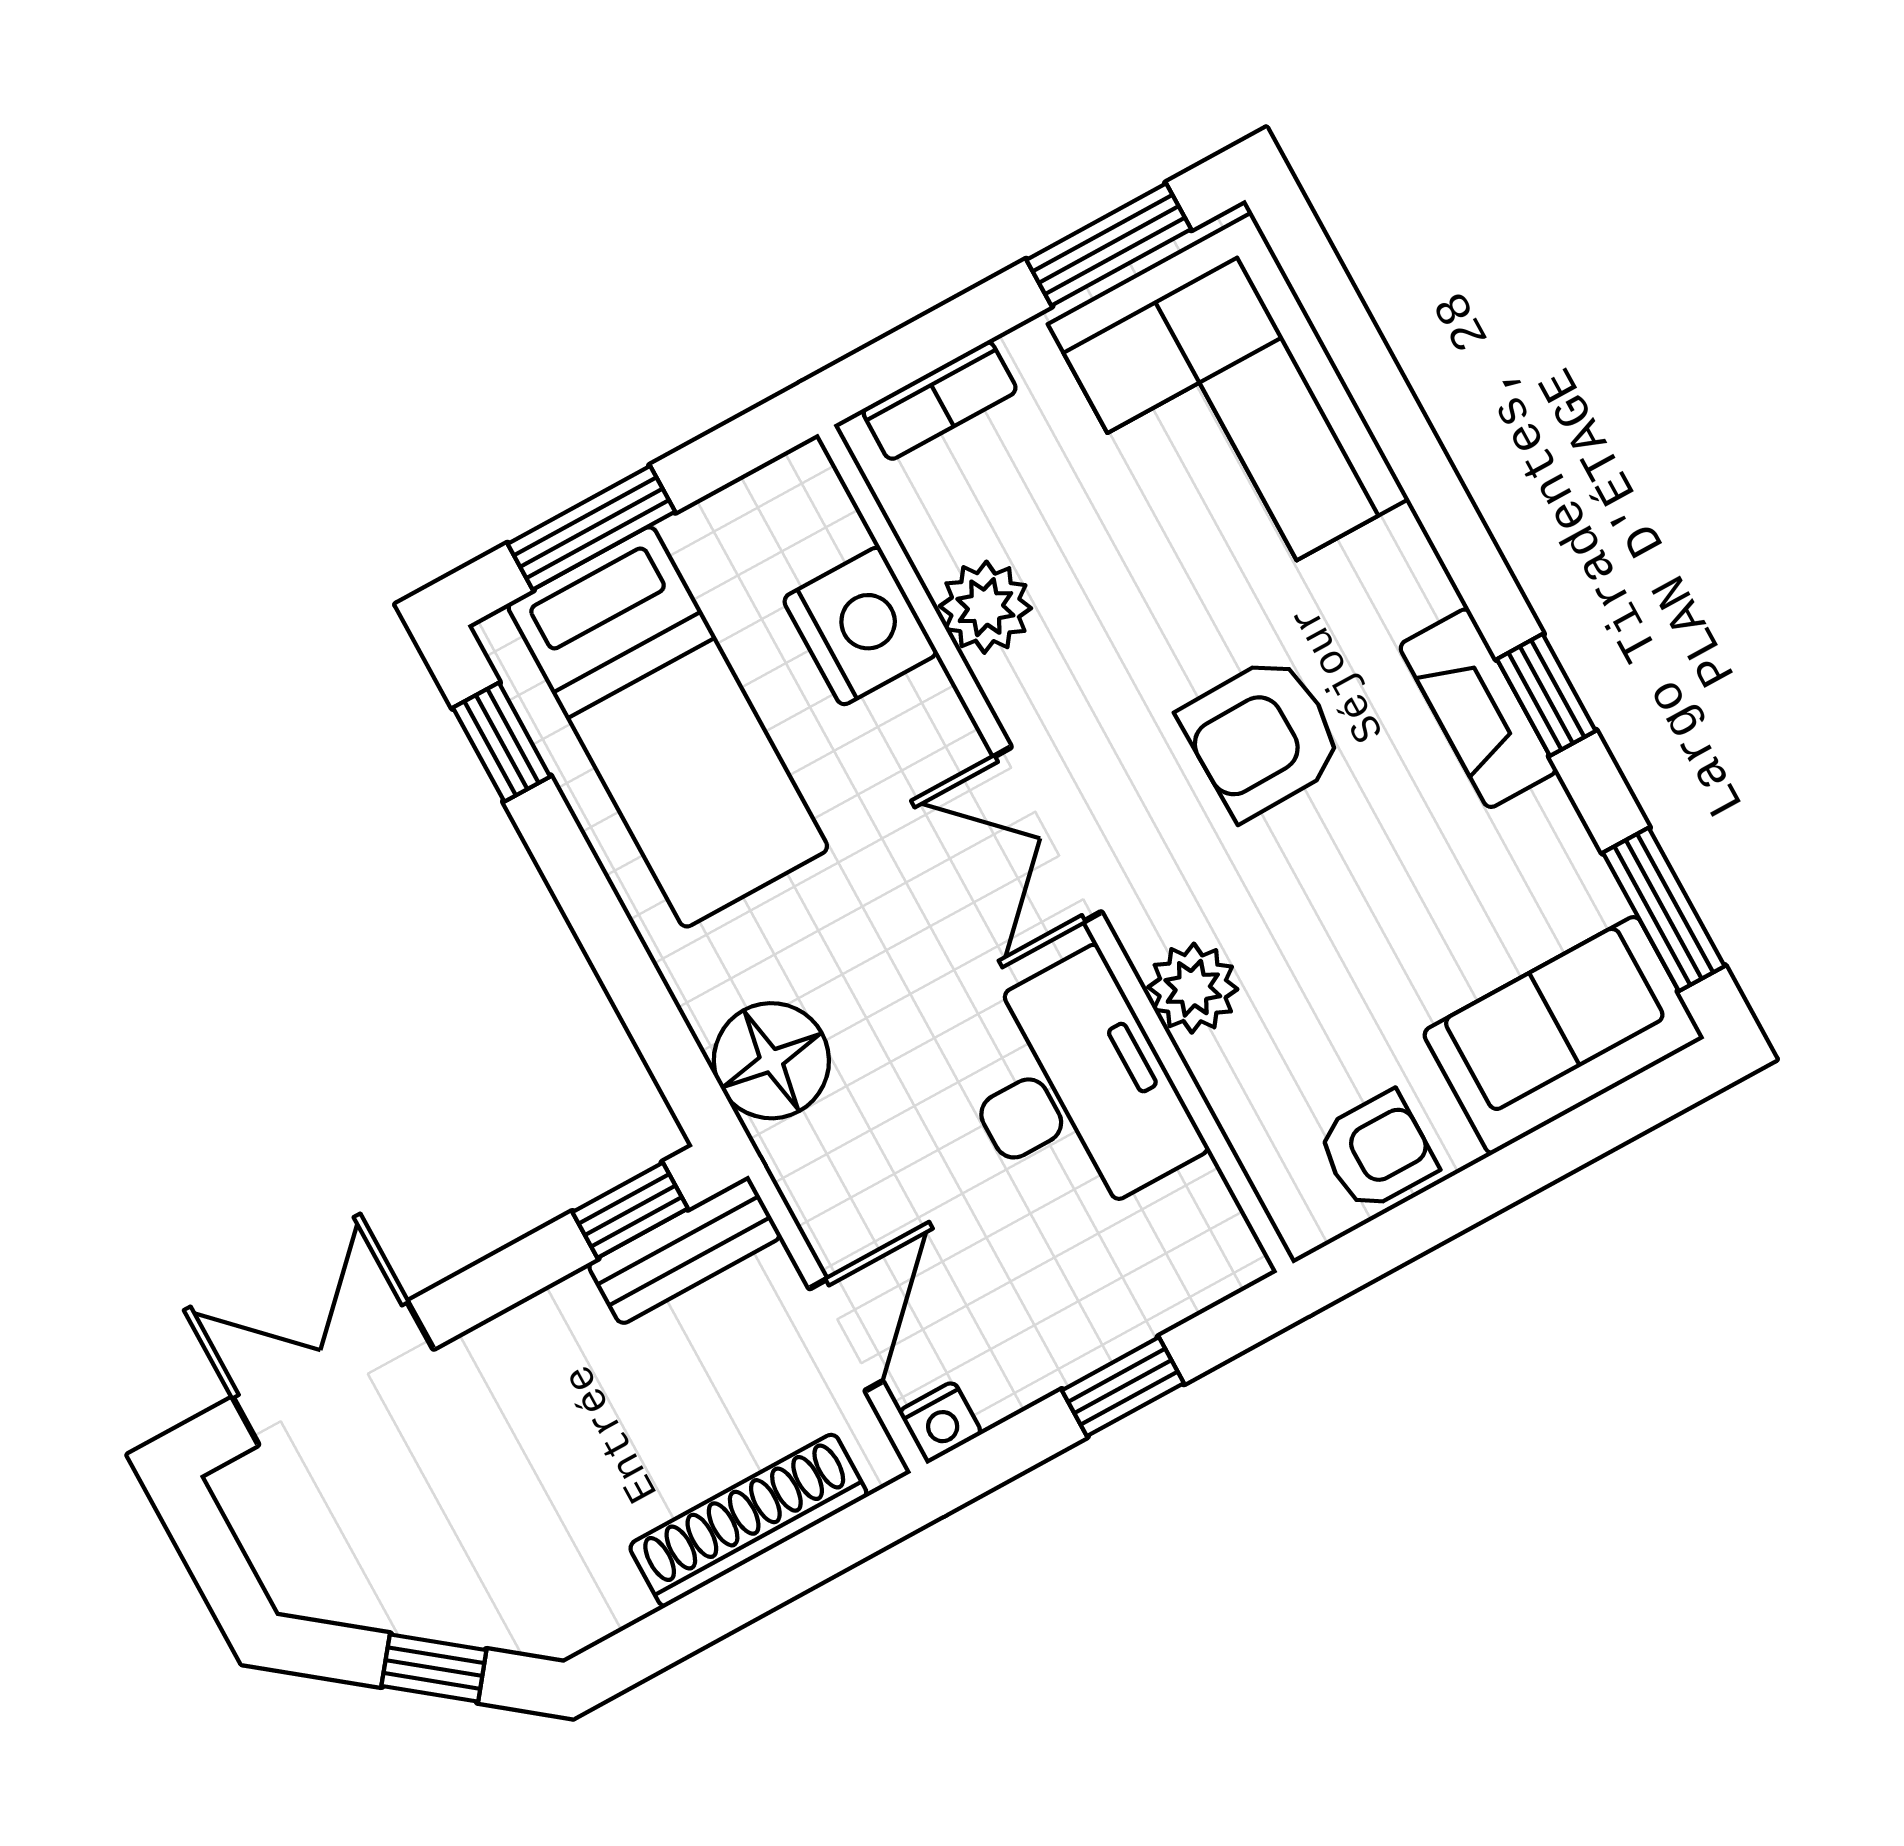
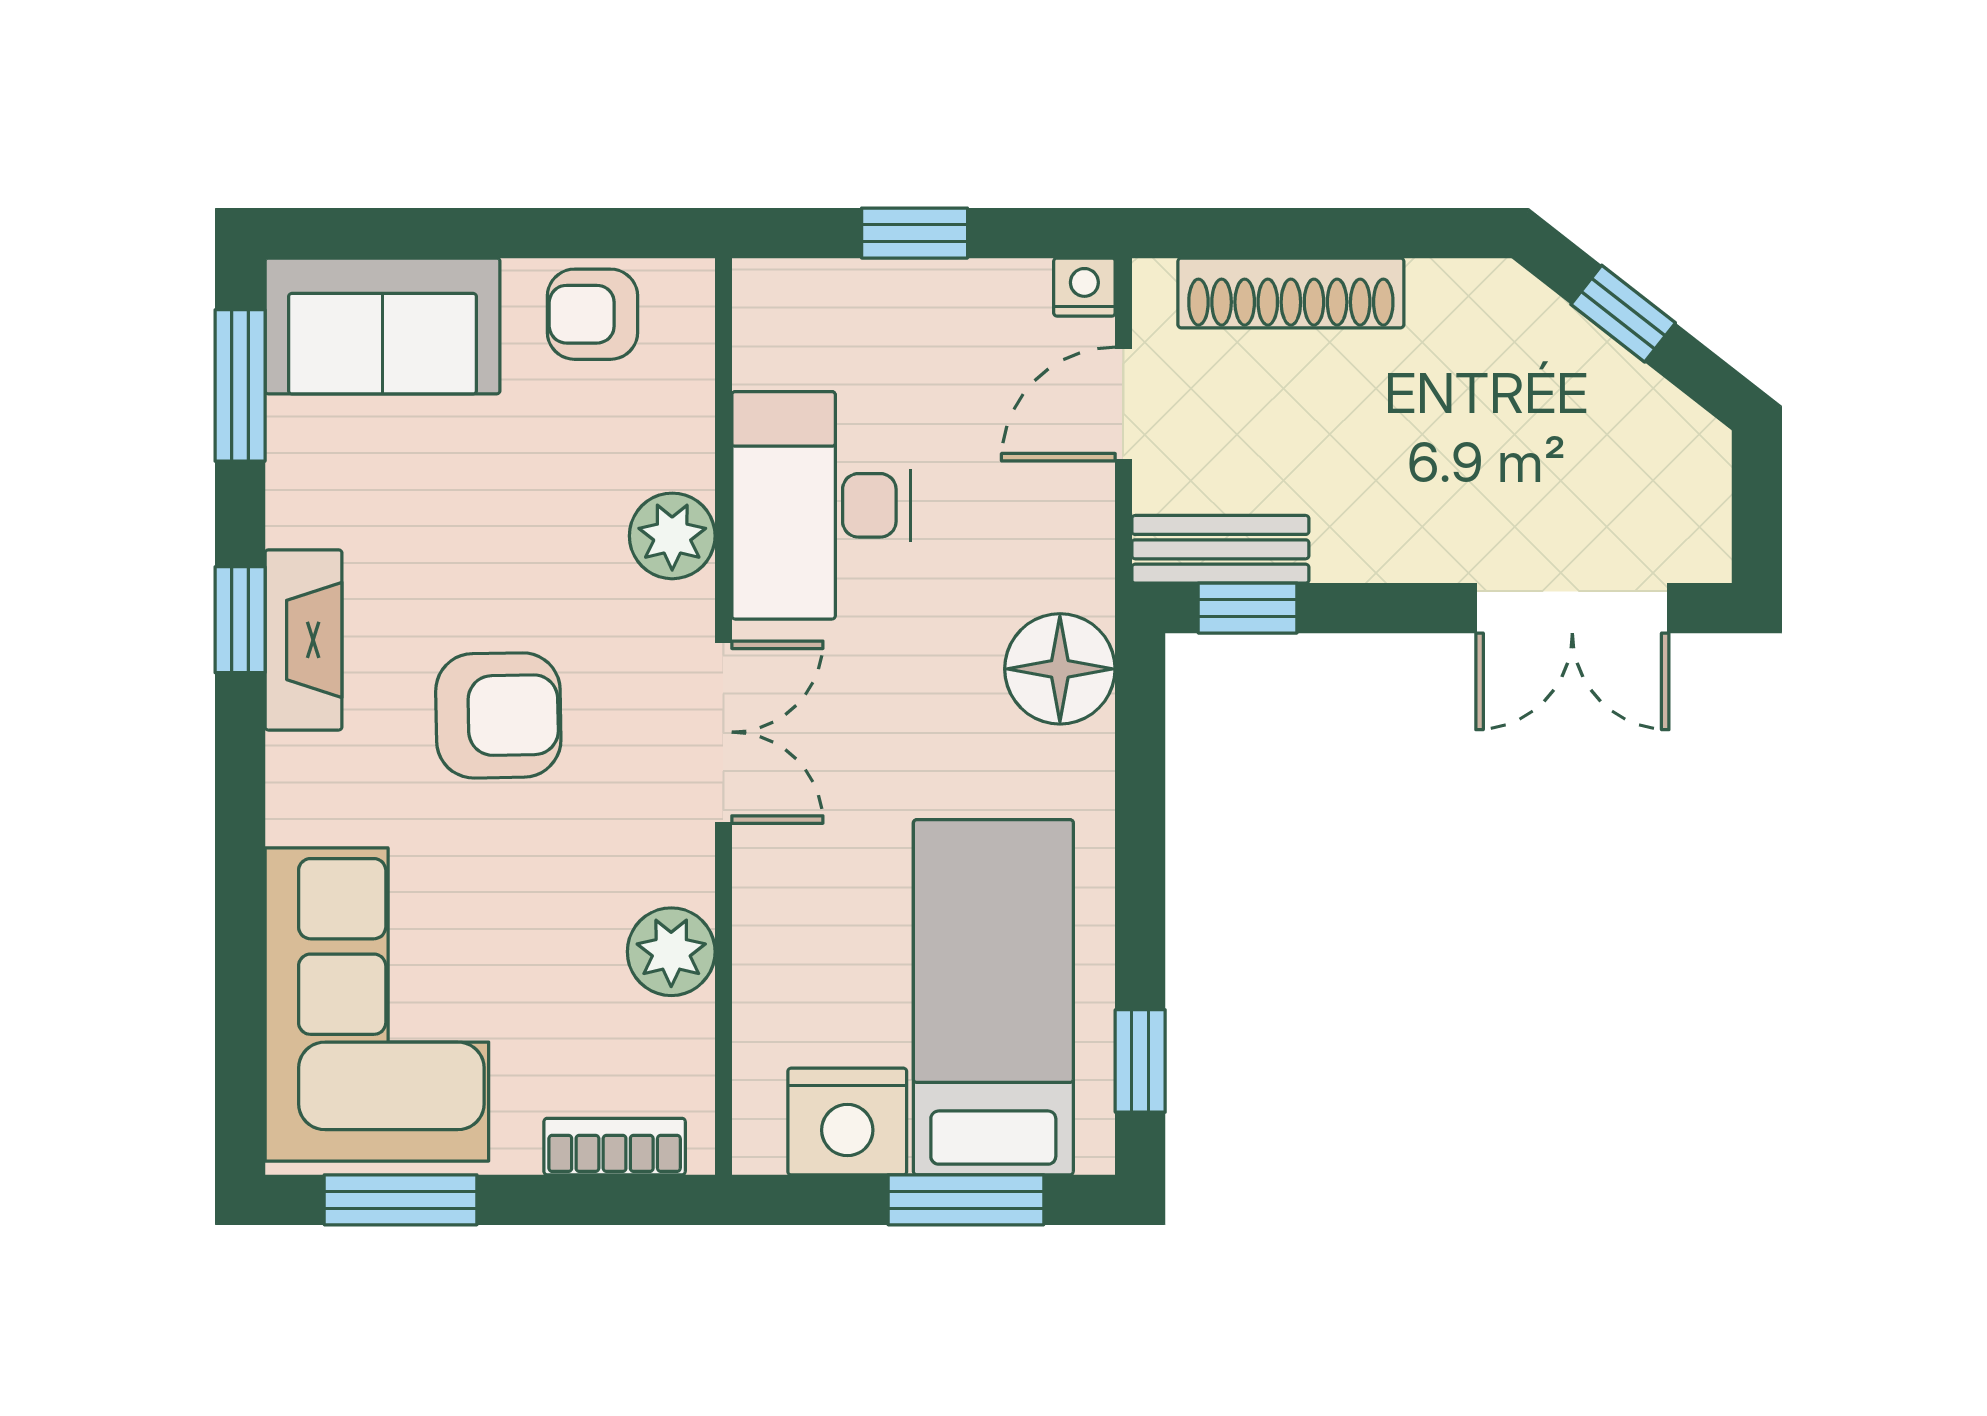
nightstand: (860, 626) -> (847, 1121), moved, turned -90

